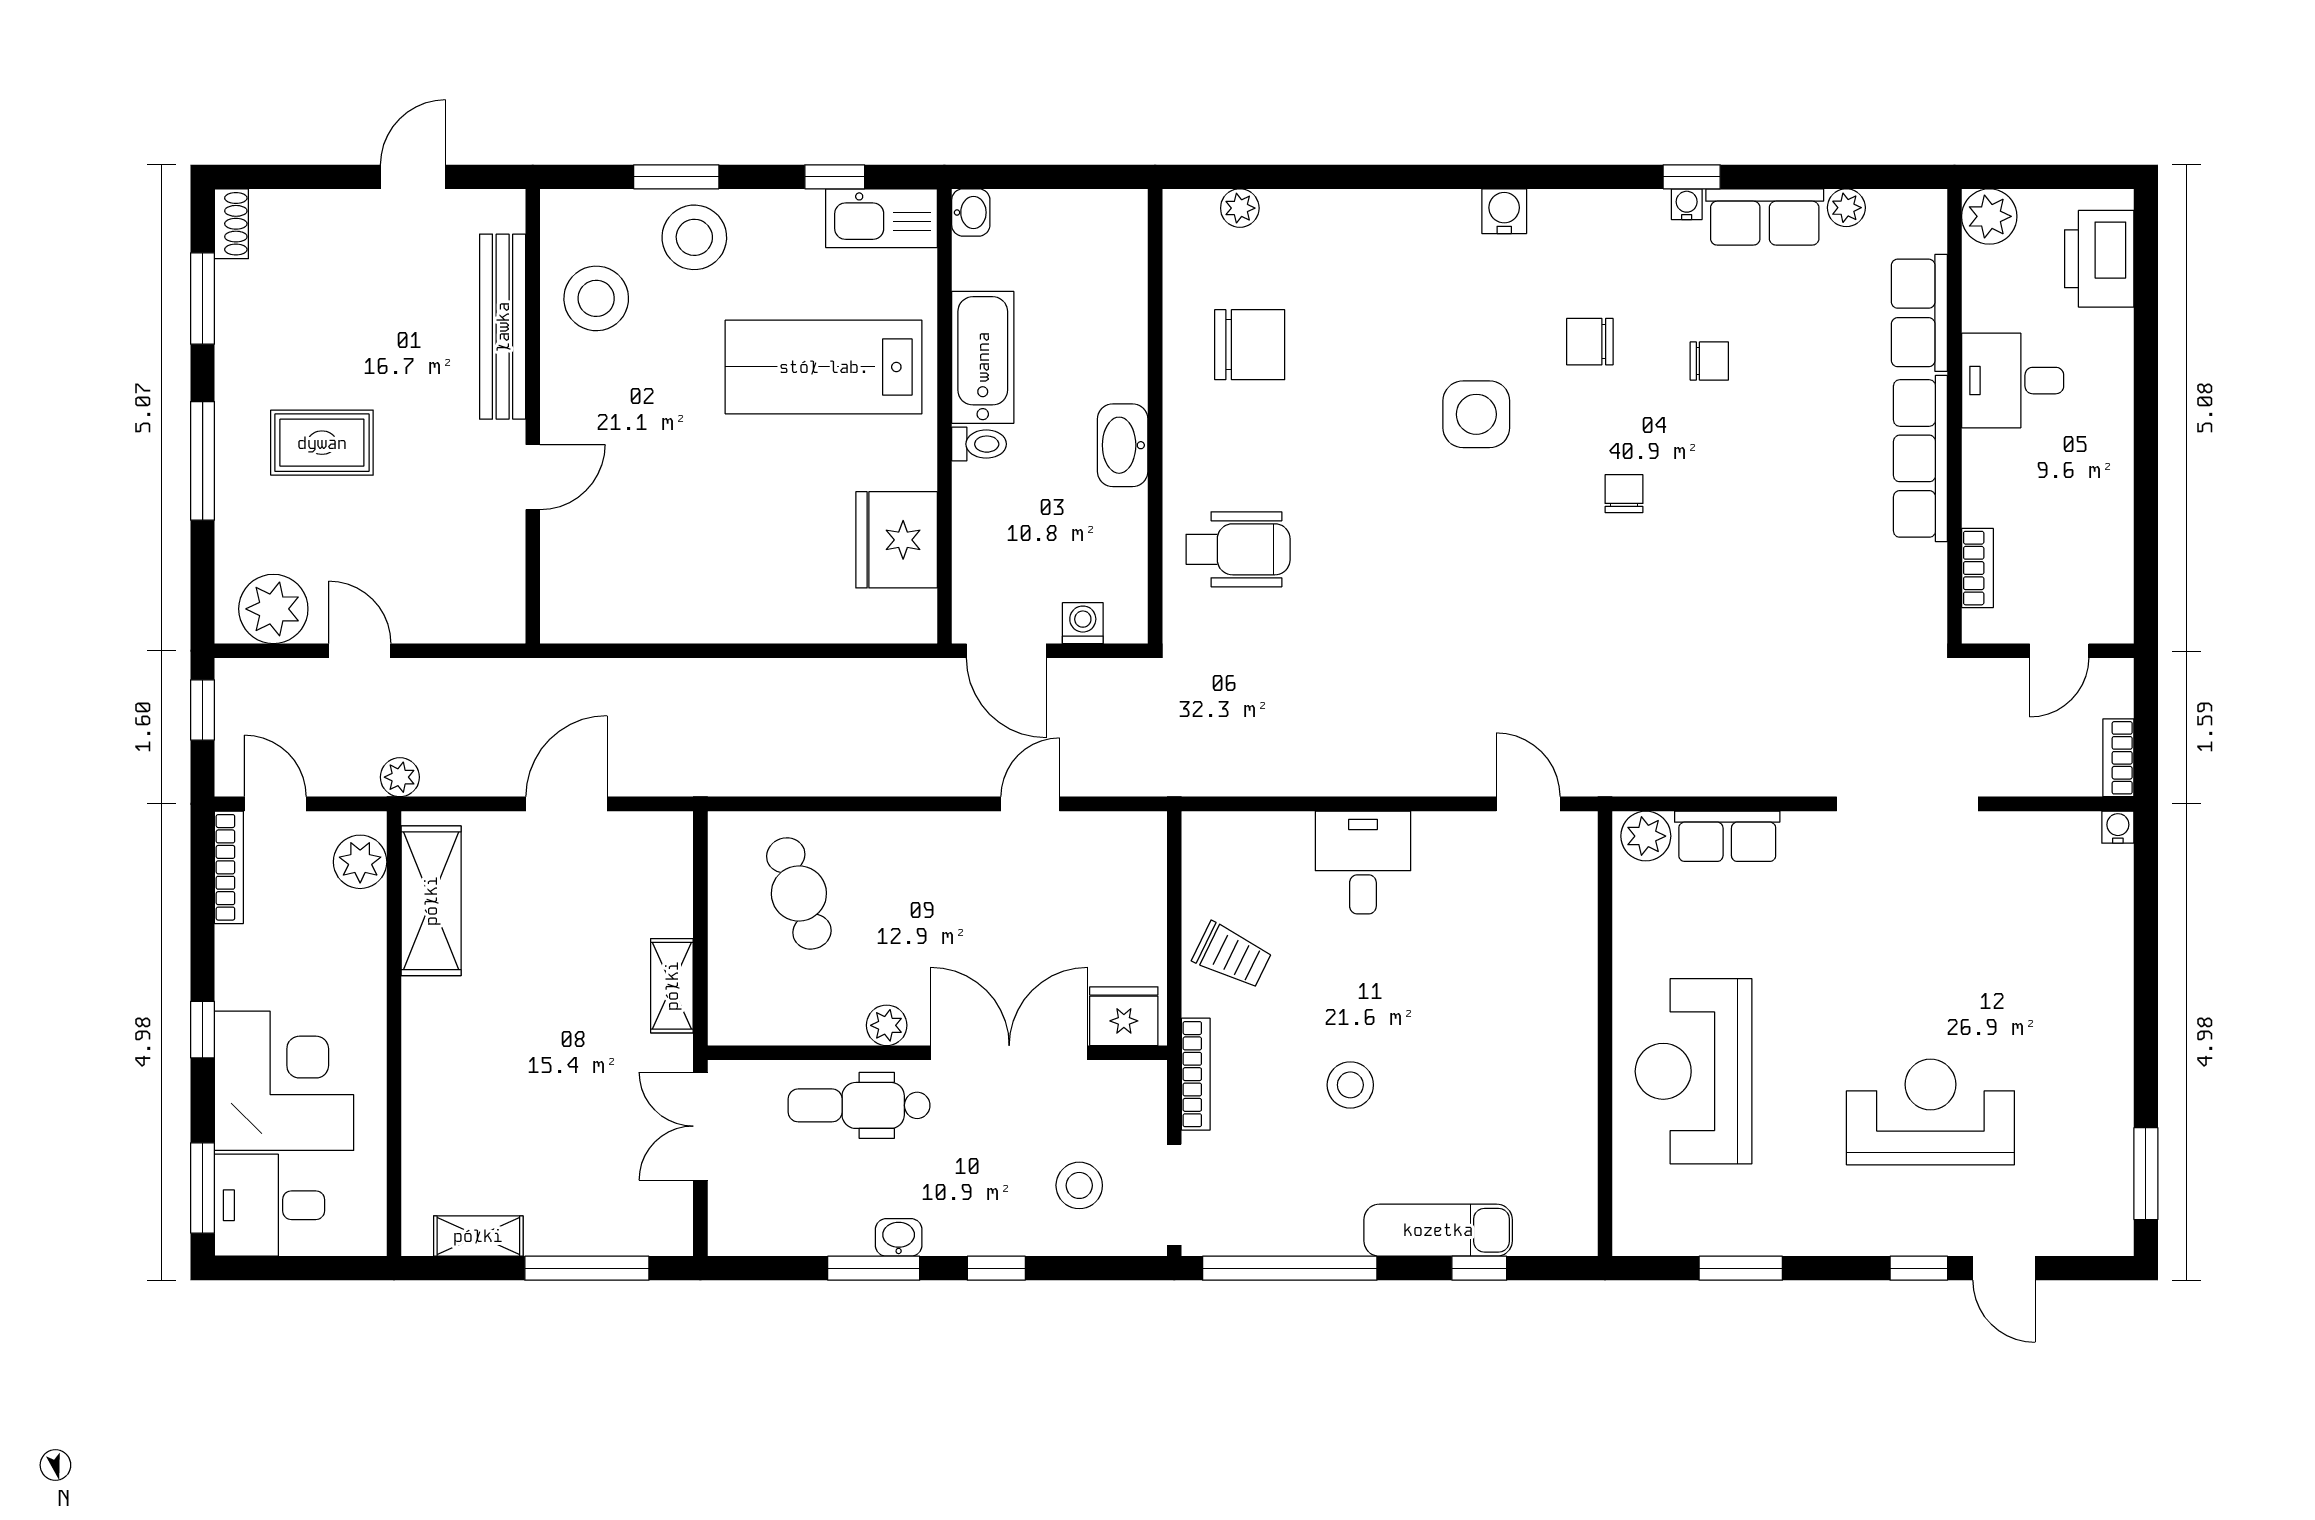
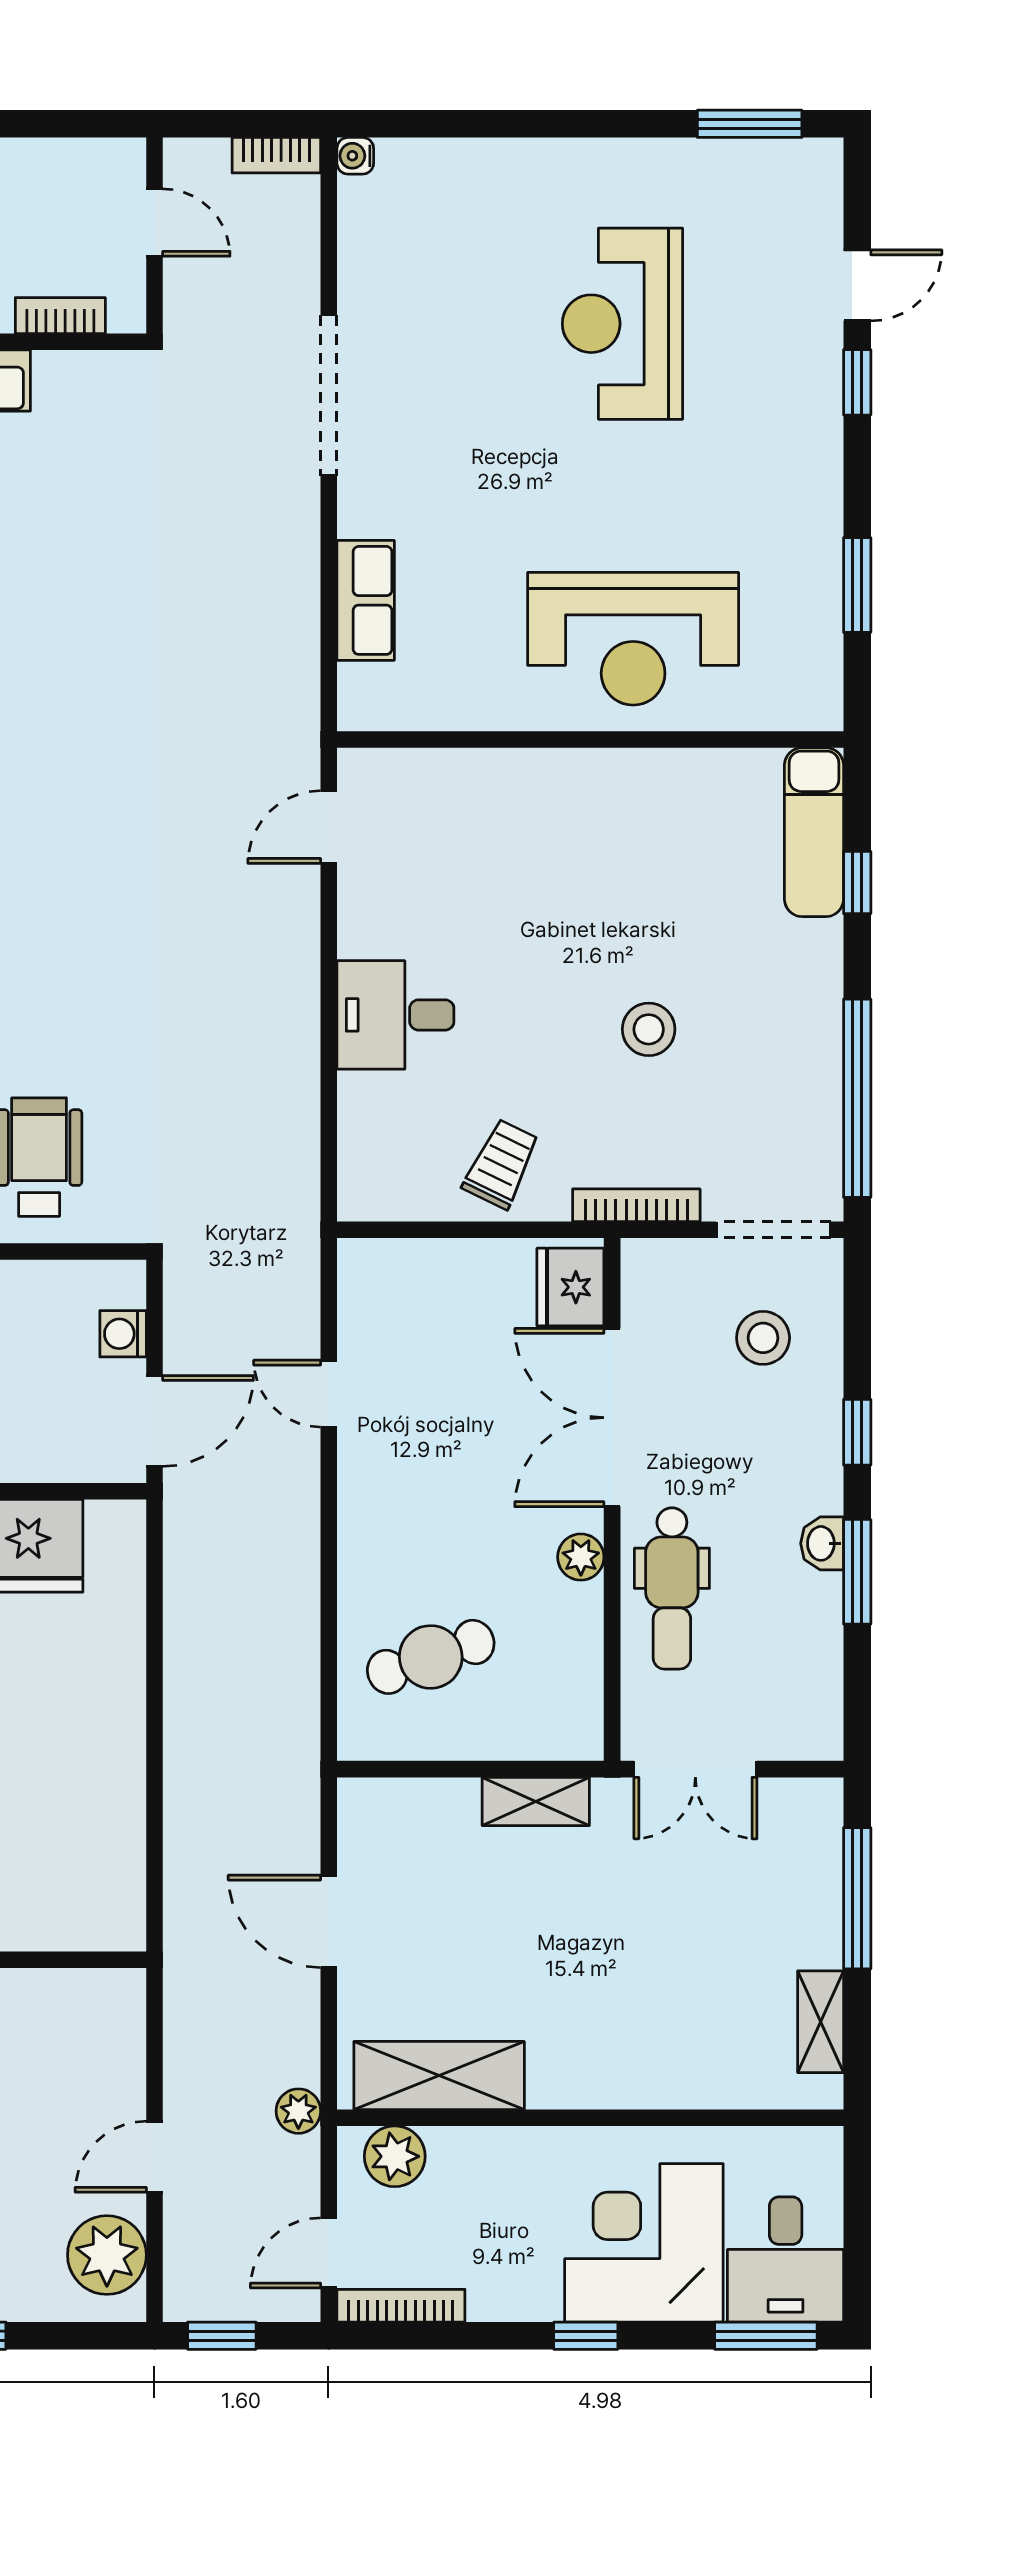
plant: (1646, 836) -> (365, 693), removed
reception desk: (1930, 1112) -> (622, 324), moved
exam couch: (1438, 1230) -> (814, 832), moved

